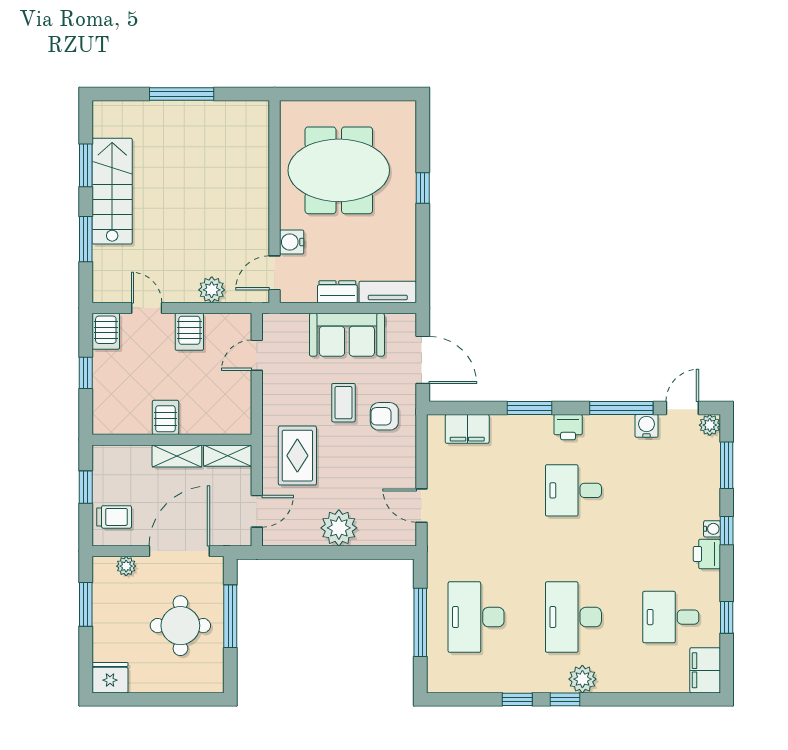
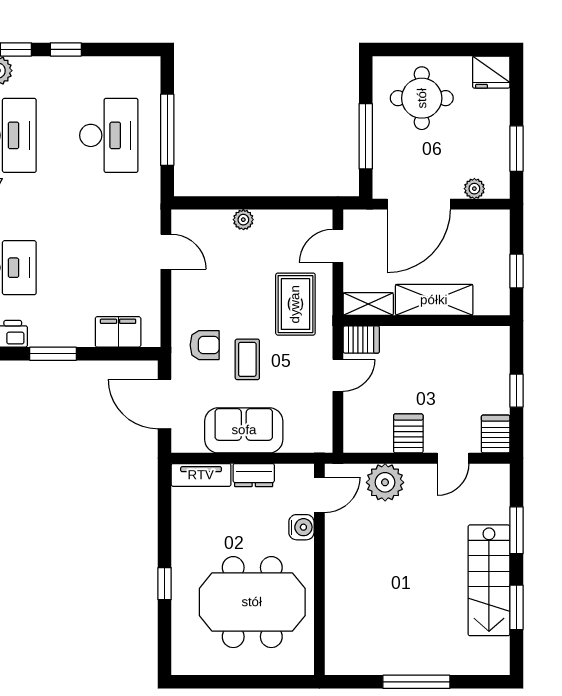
plant: (212, 290) -> (385, 482), width x1.36, depth x1.36
door: (147, 308) -> (453, 458), hinge flipped
door: (257, 355) -> (338, 375), moved
server rack: (165, 417) -> (361, 340), moved, turned -90
shelving: (177, 456) -> (434, 300), width x1.50, depth x1.33
trolley: (114, 517) -> (487, 240), removed
plant: (339, 528) -> (243, 220), width x0.53, depth x0.53
round table: (180, 626) -> (422, 98), moved

